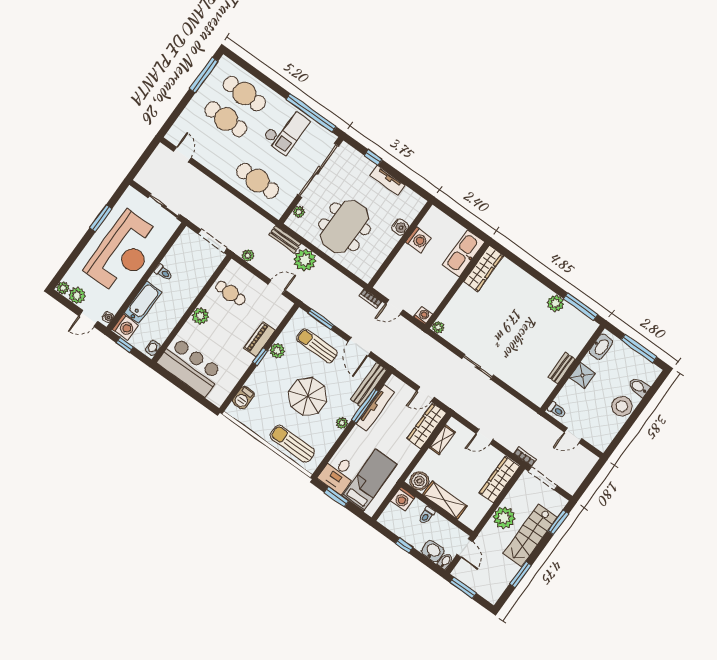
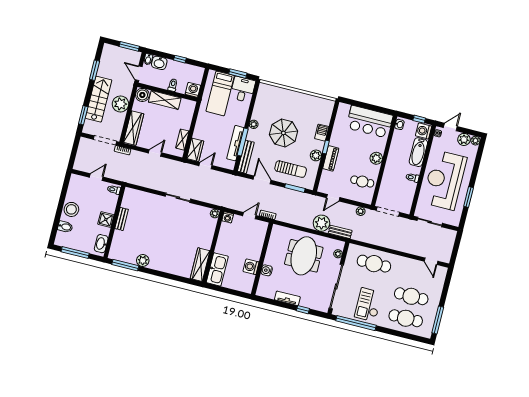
barbecue: (243, 398) -> (322, 133), moved
wardrobe: (427, 426) -> (195, 150), width x0.67
sun lounger: (292, 444) -> (281, 97), removed
boiler: (419, 481) -> (142, 95), moved

